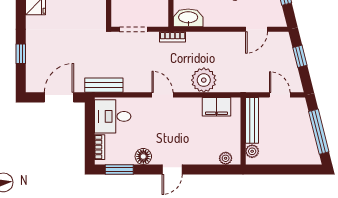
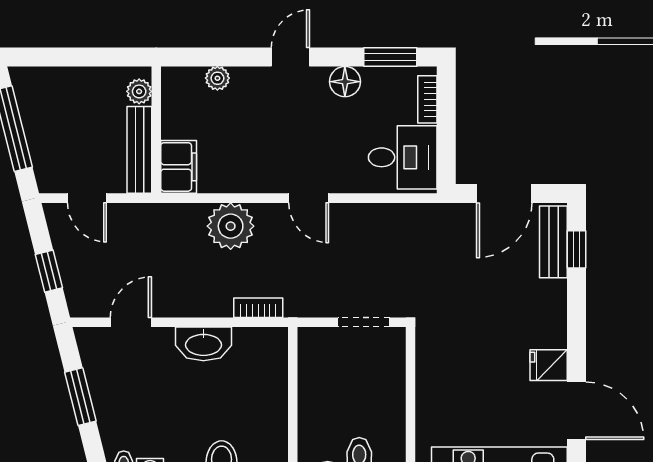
washbasin: (188, 18) -> (203, 344), moved
bookcase: (173, 37) -> (258, 308), moved
window: (21, 54) -> (577, 249), moved
bench: (104, 85) -> (553, 242), moved, turned 90
filing cabinet: (217, 107) -> (179, 167), moved, turned 90
plant: (226, 158) -> (217, 78), moved

